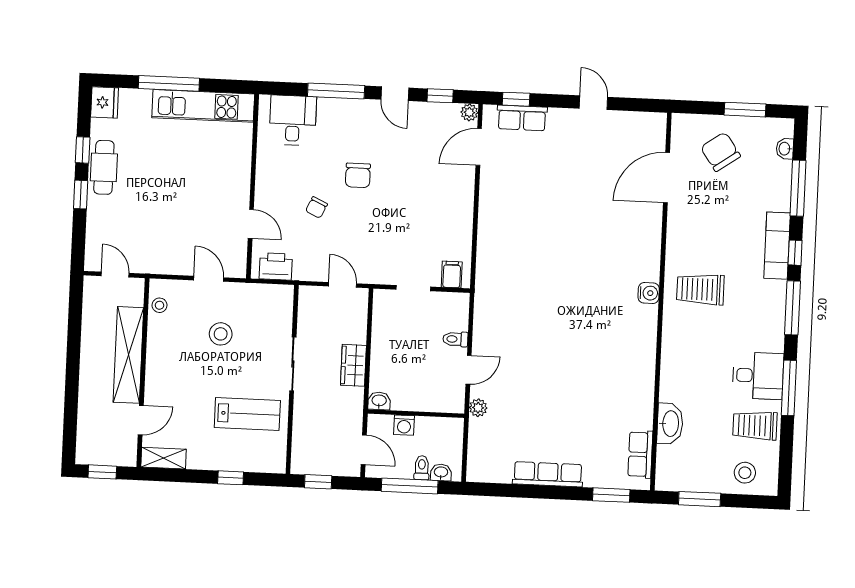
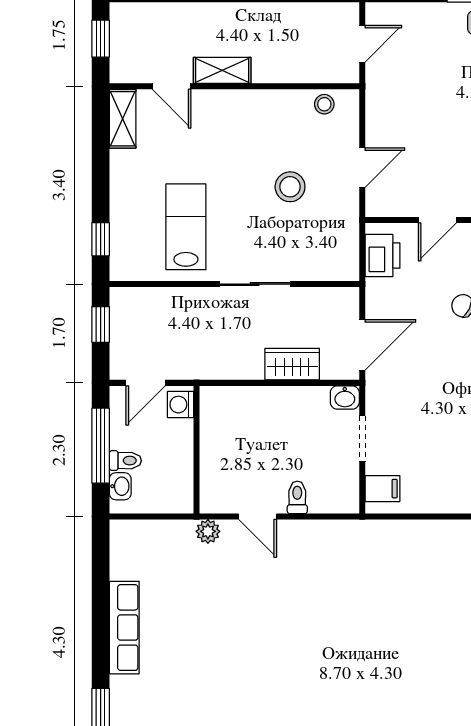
door: (343, 285) -> (362, 345), width x1.38
shelving: (128, 355) -> (222, 70), width x0.45, depth x0.75
wardrobe: (353, 365) -> (292, 364), moved
washbasin: (379, 401) -> (345, 397), moved, turned 90
lab bench: (247, 414) -> (186, 227), turned 180
washing machine: (404, 425) -> (180, 405), moved
window: (231, 478) -> (101, 239), moved

